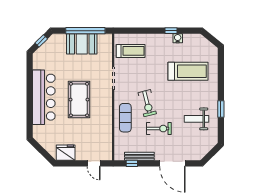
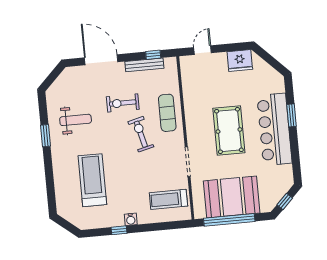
water cooler: (178, 38) -> (131, 219), moved
booth: (82, 44) -> (232, 197), width x1.36, depth x1.42
treadmill: (188, 71) -> (92, 180), turned 90
window: (30, 107) -> (292, 115), added
door: (94, 163) -> (202, 50), hinge flipped

